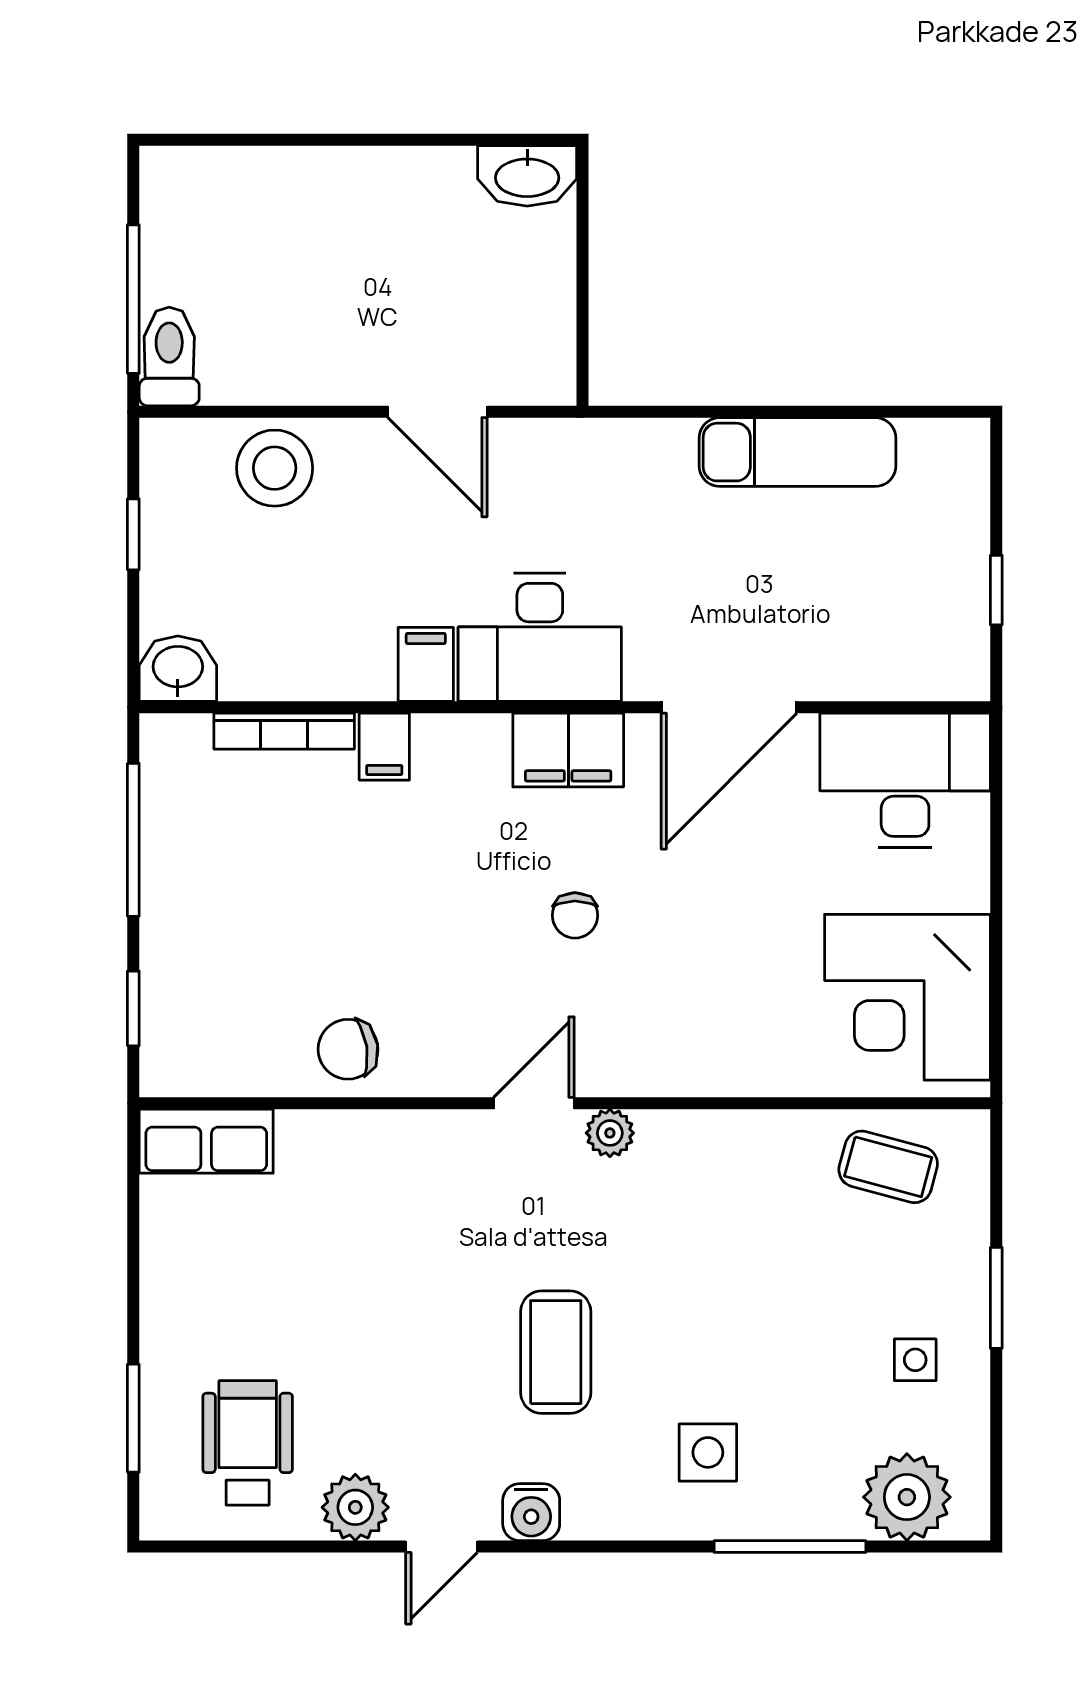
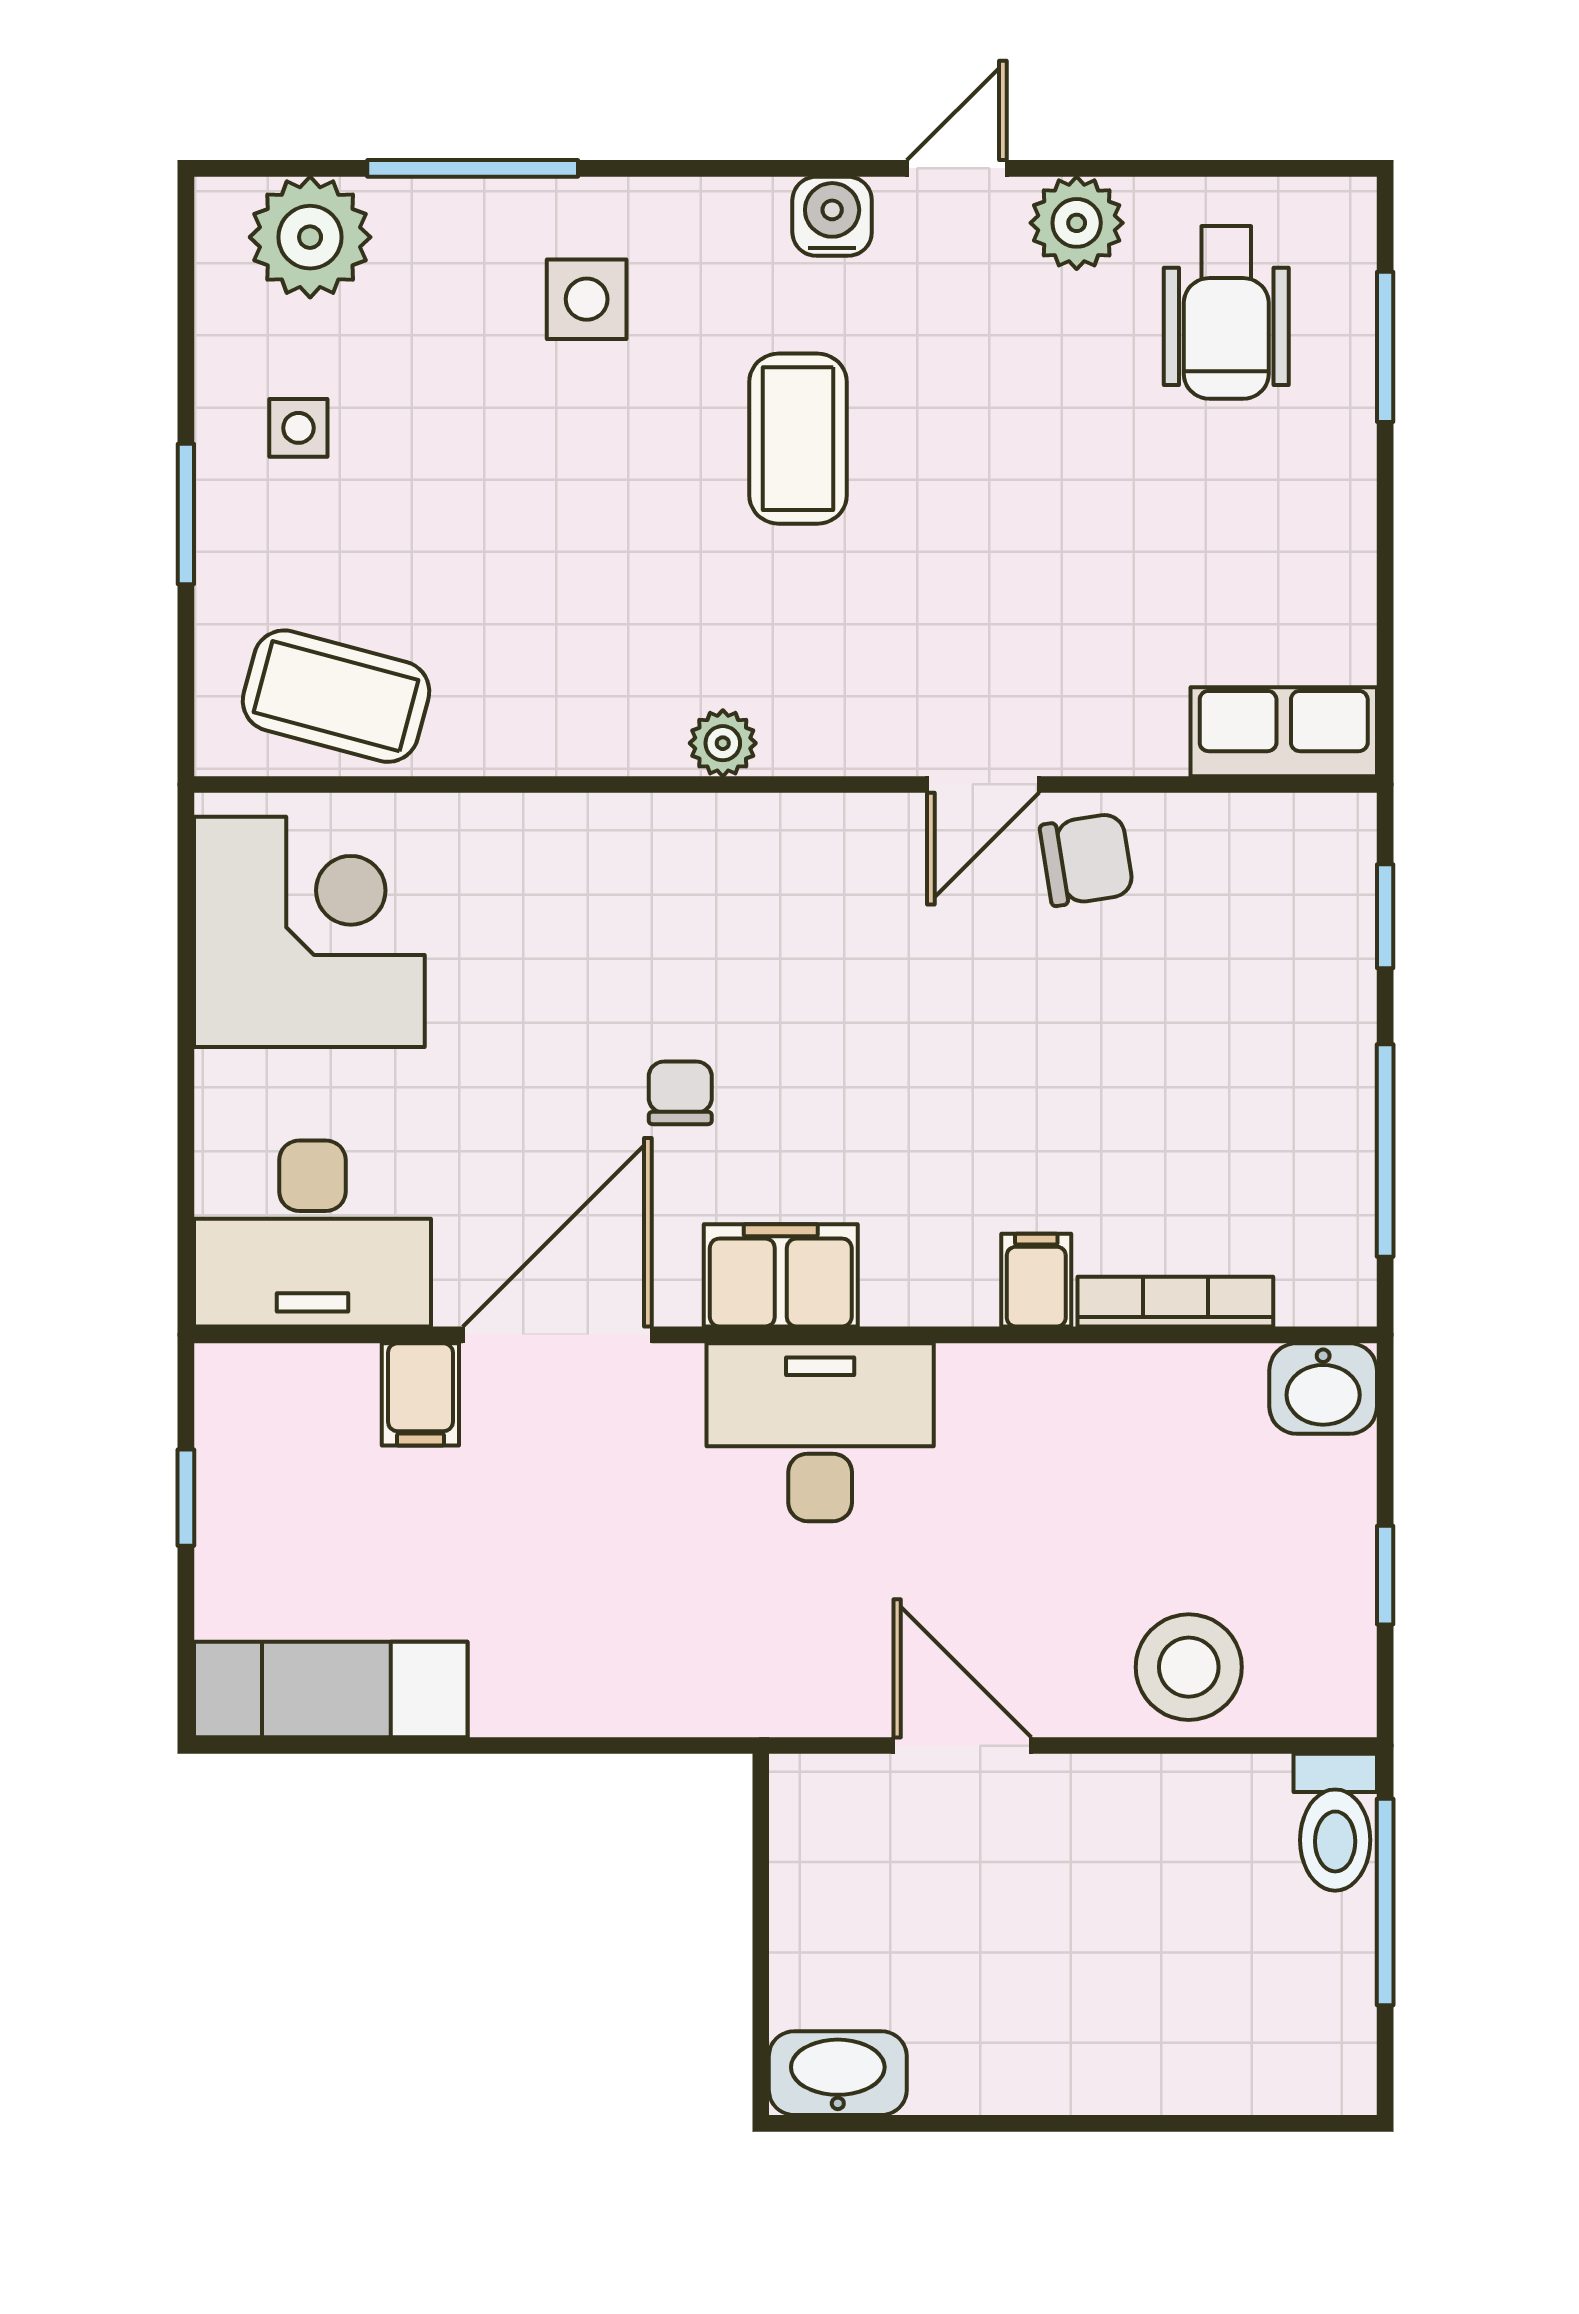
exam couch: (798, 452) -> (331, 1689), moved
filing cabinet: (426, 664) -> (420, 1394), moved
chair: (575, 915) -> (680, 1093), moved
door: (534, 1103) -> (983, 784), moved
coffee table: (888, 1167) -> (336, 696), width x1.36, depth x1.30

